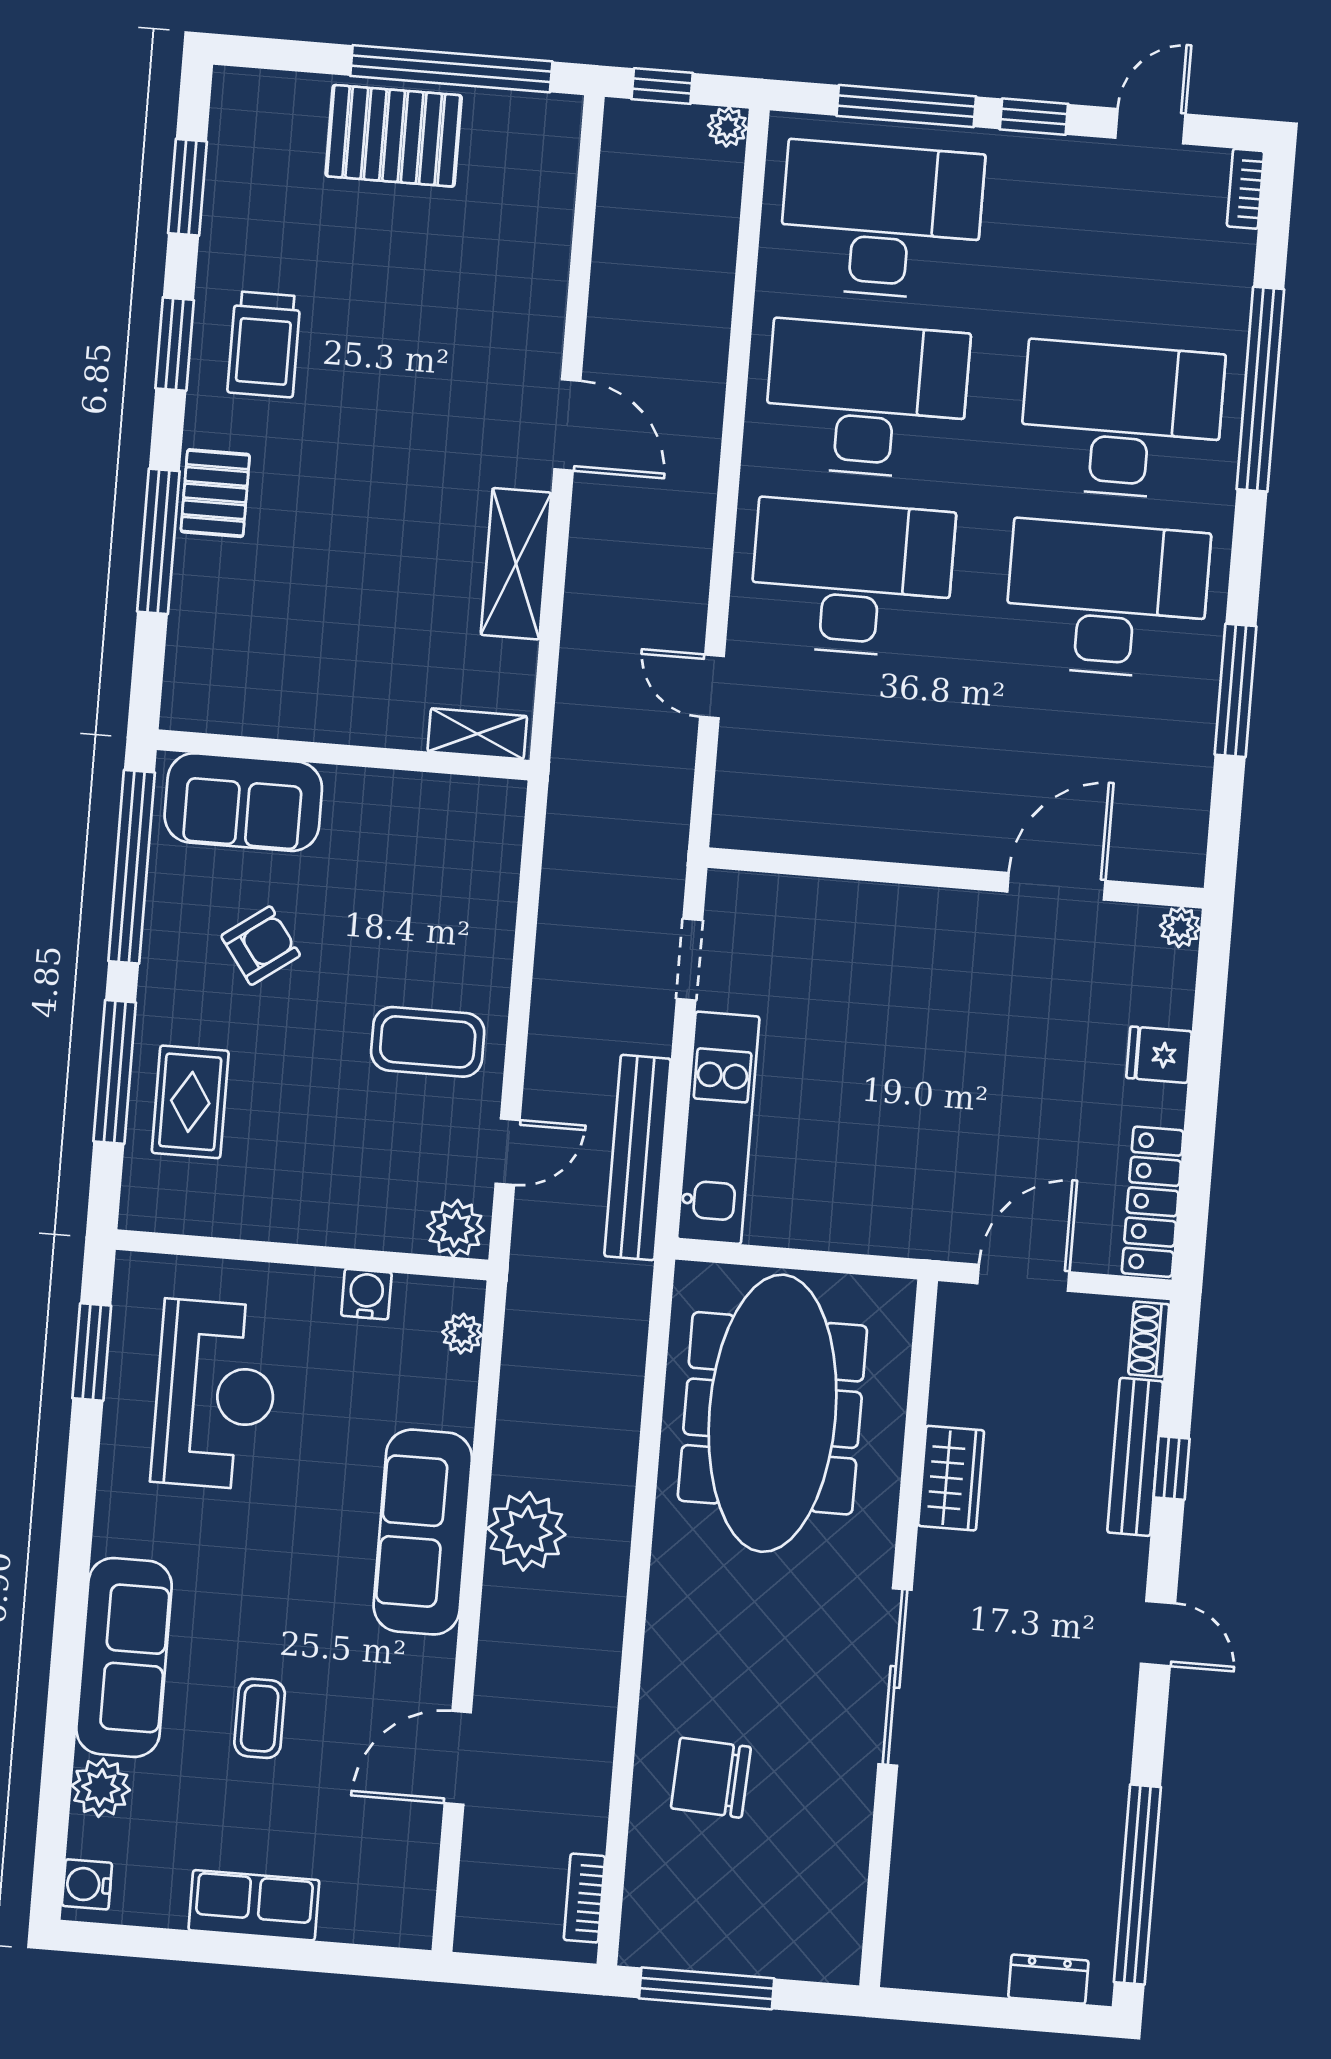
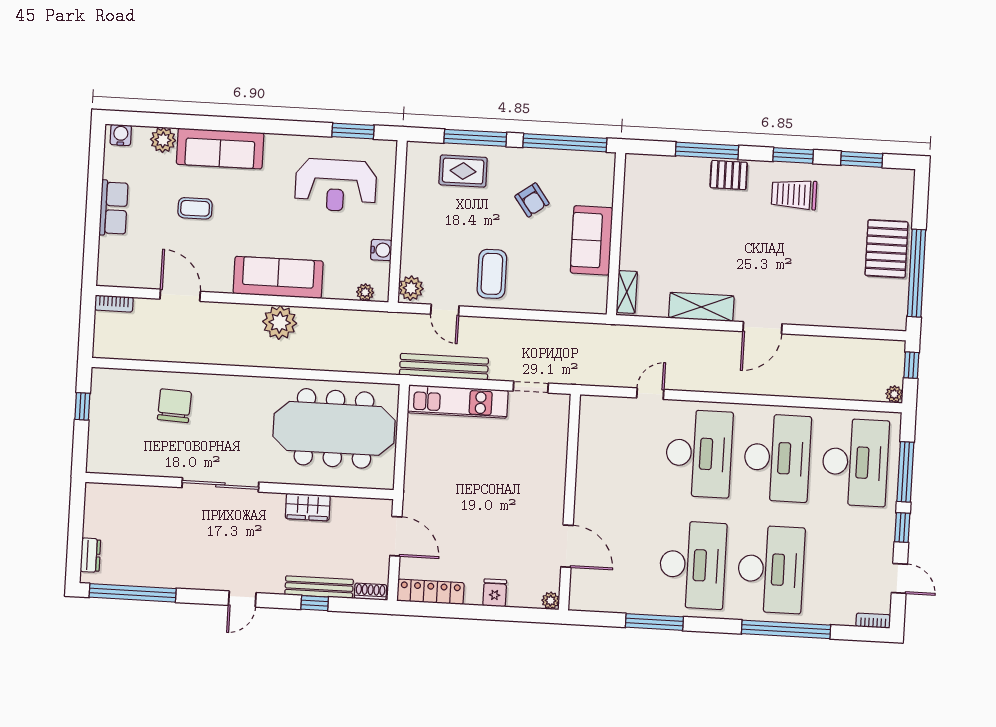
sofa: (243, 802) -> (592, 240), moved
bookcase: (584, 1898) -> (114, 304), moved, turned 180
window: (707, 1988) -> (82, 406), width x0.46

